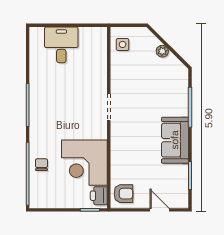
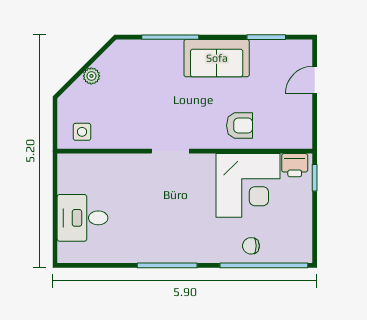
armchair: (123, 194) -> (240, 126), moved, turned 90

